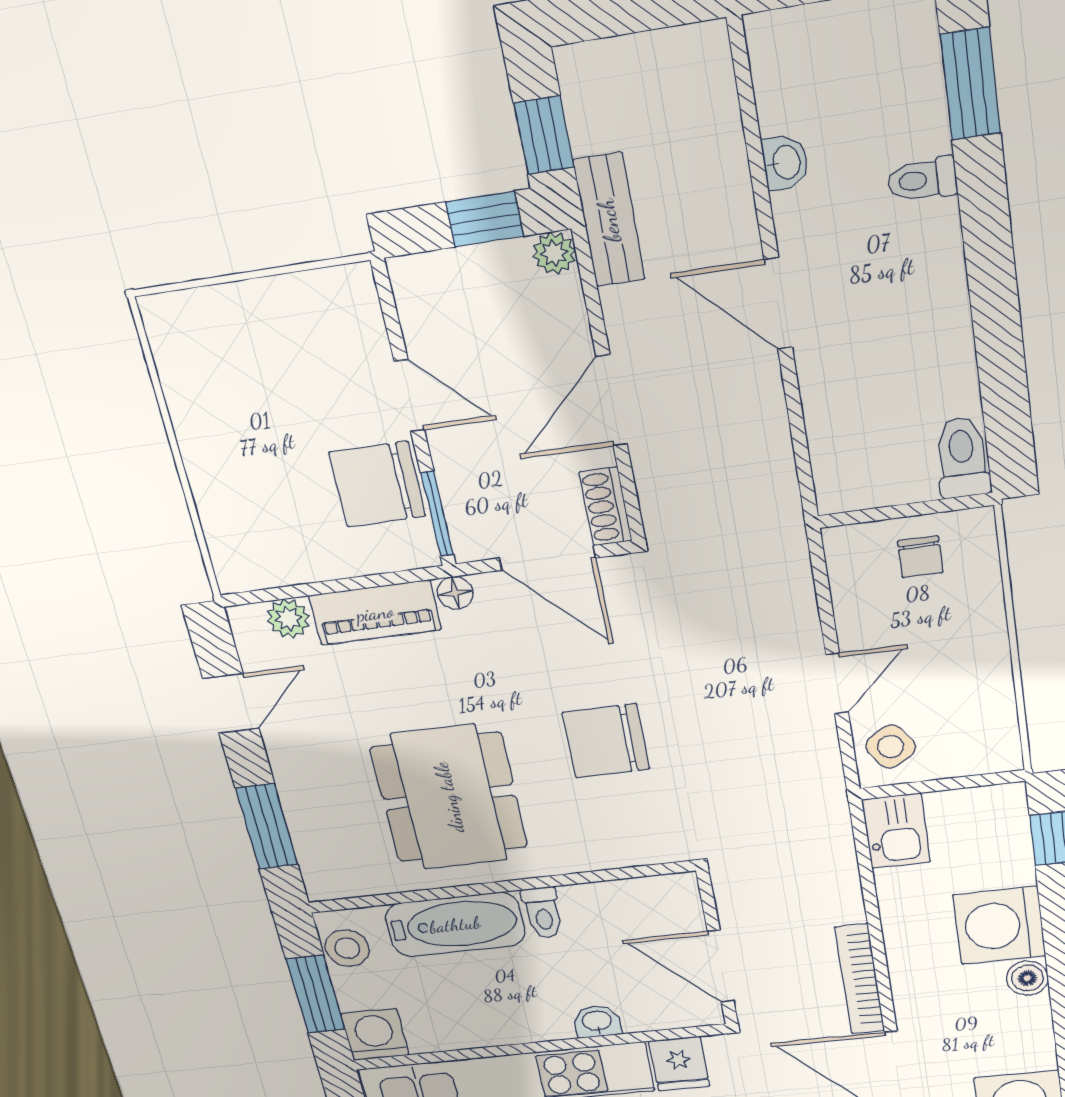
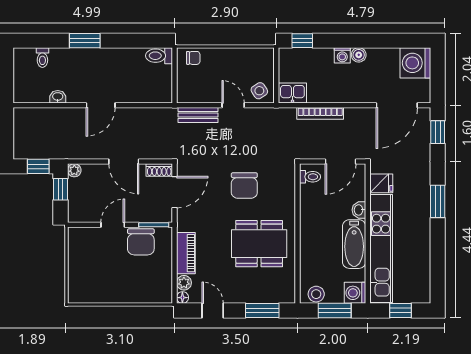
window: (970, 84) -> (85, 41), moved
toilet: (922, 180) -> (42, 58), moved
bench: (609, 220) -> (198, 115), moved
chair: (920, 557) -> (193, 58), moved
floor lamp: (455, 593) -> (182, 298), moved
toilet: (543, 913) -> (310, 177), moved
bathtub: (455, 925) -> (354, 244), moved, turned 180
washing machine: (999, 925) -> (342, 55), width x0.53, depth x0.53
bookcase: (860, 979) -> (320, 113), moved

